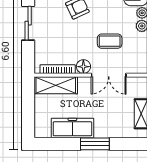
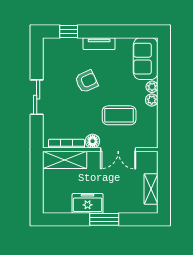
coffee table: (110, 41) -> (119, 115), width x1.36, depth x1.30
freezer: (72, 128) -> (88, 203), width x0.71

